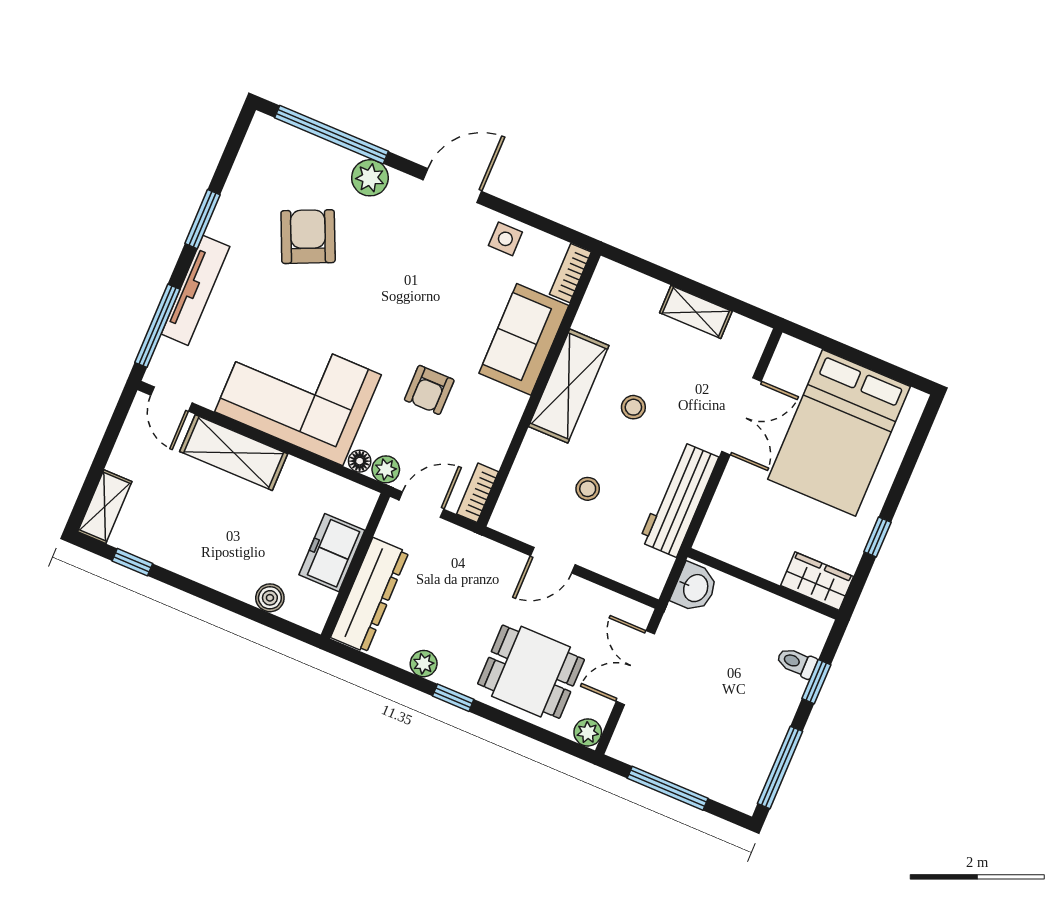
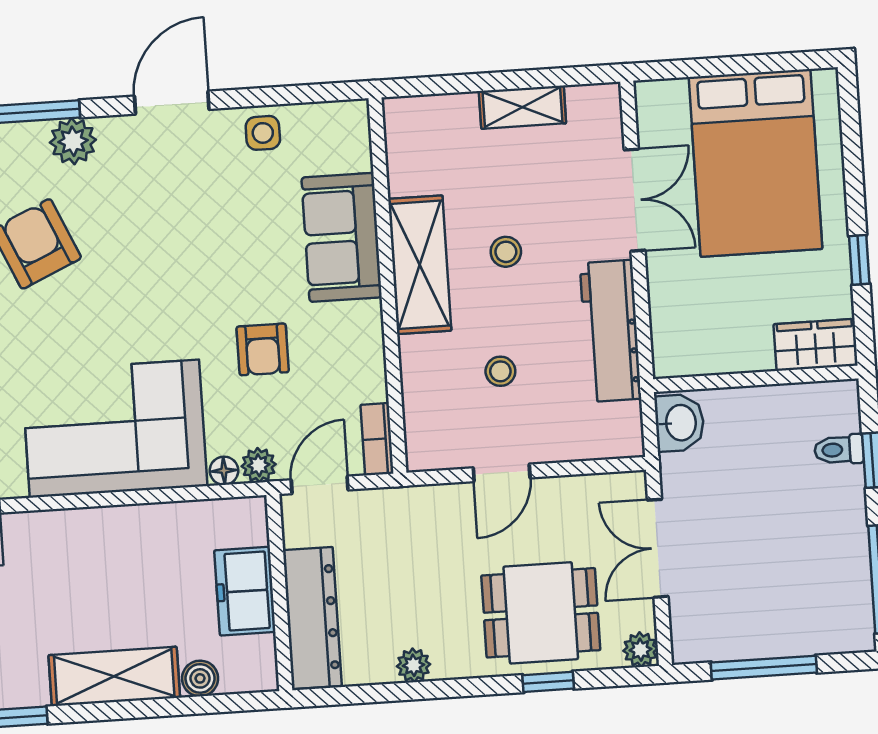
bookcase: (570, 273) -> (357, 135), removed
shelving: (234, 453) -> (114, 676), moved
window: (453, 698) -> (548, 682), moved

